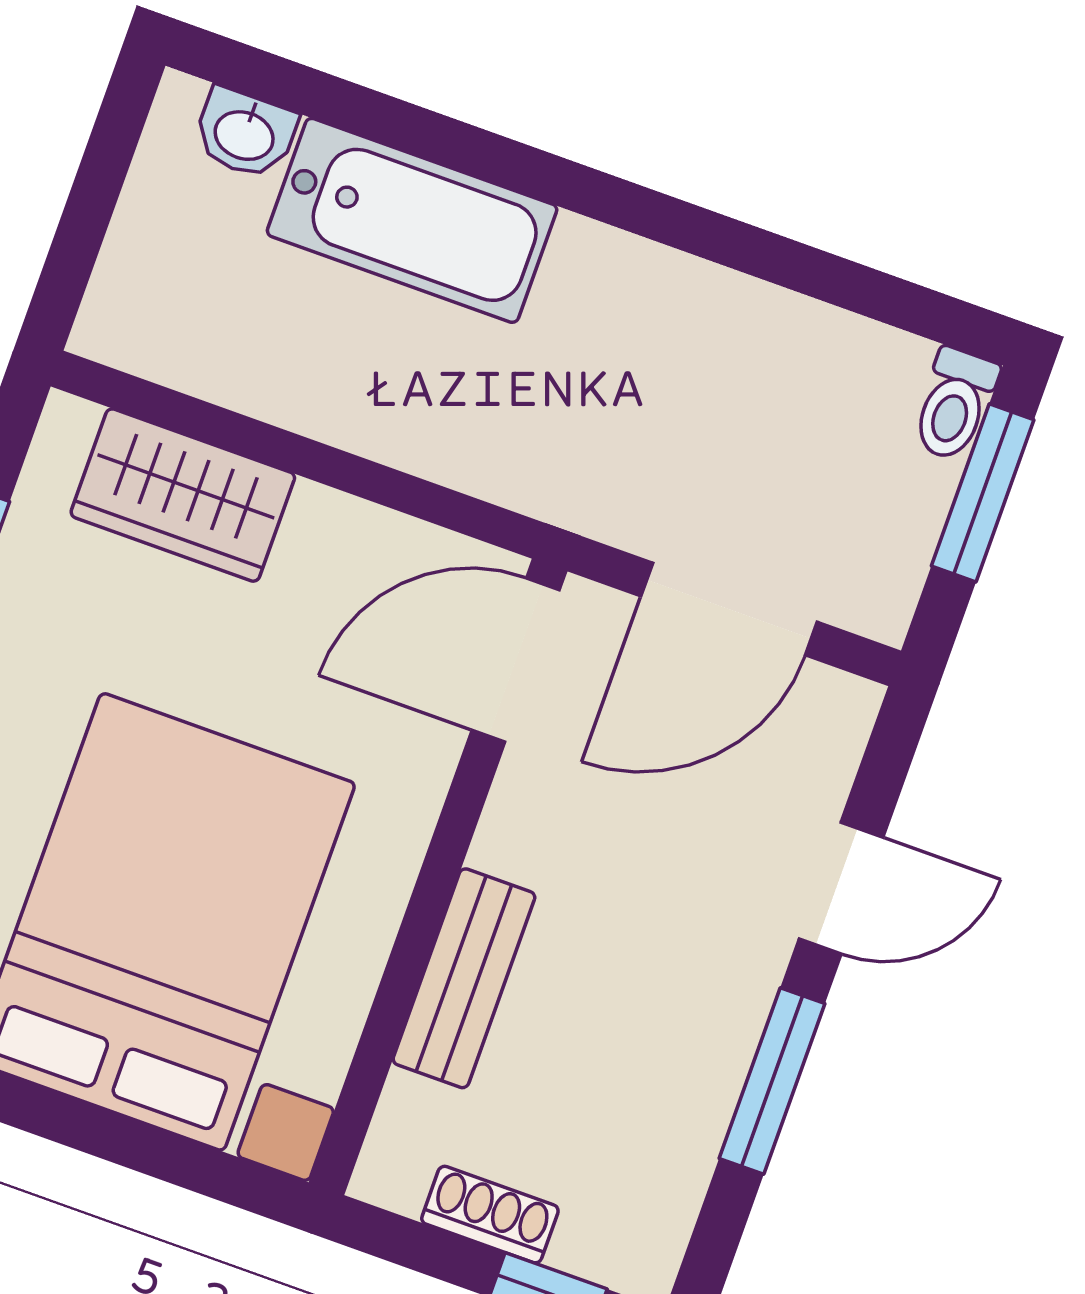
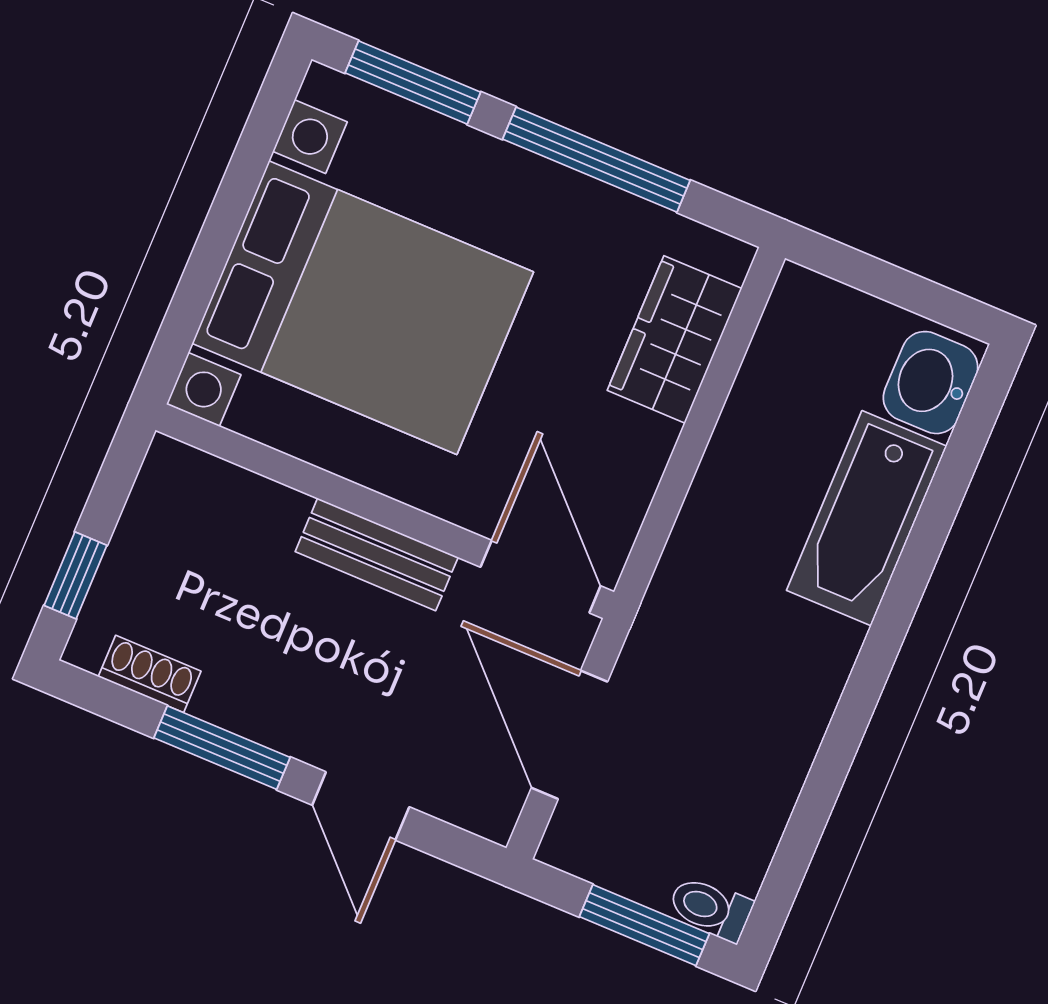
washbasin: (245, 133) -> (931, 383), width x1.38, depth x1.45
bench: (464, 978) -> (377, 554), moved
shoe rack: (490, 1215) -> (150, 674), moved, turned -90

